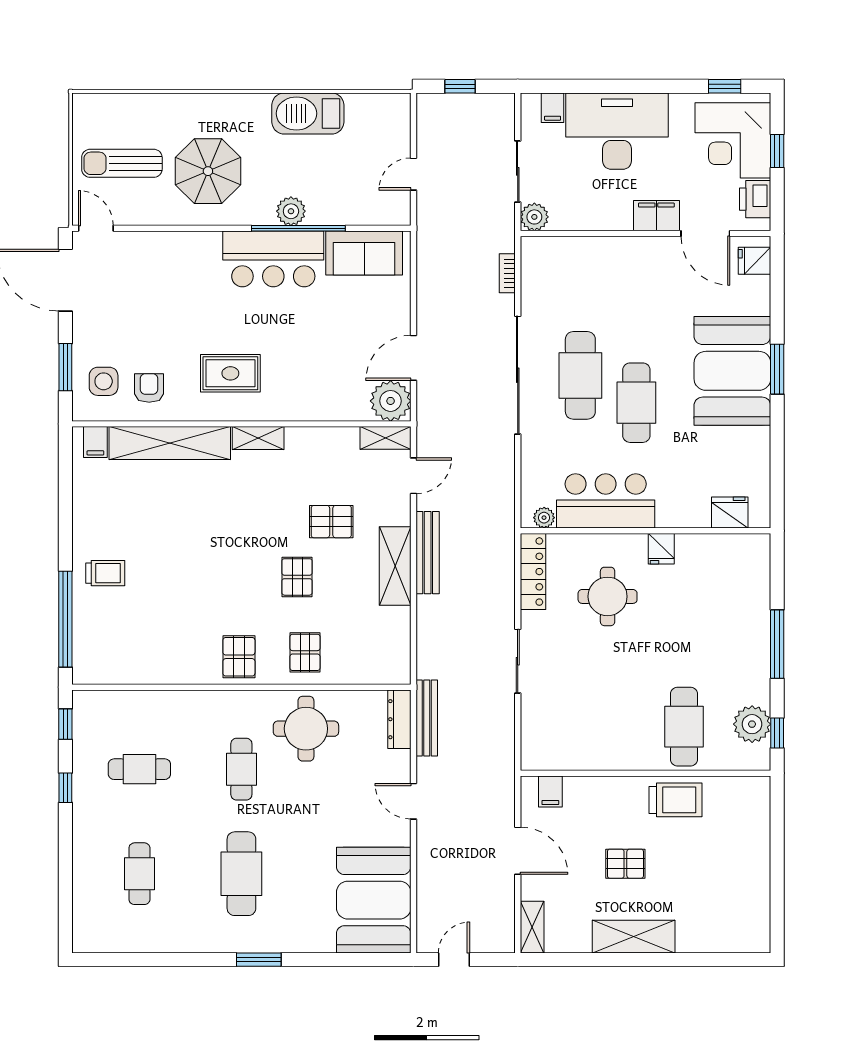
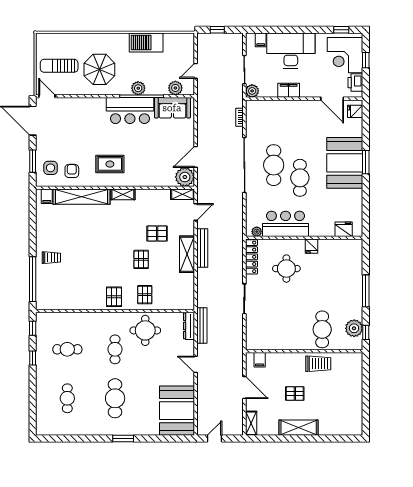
plant: (370, 211) -> (175, 88), added
filing cabinet: (656, 216) -> (289, 90), moved

